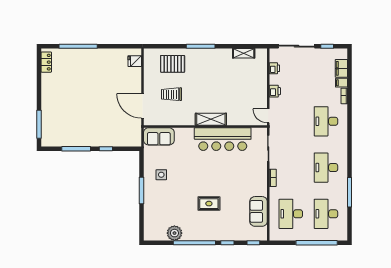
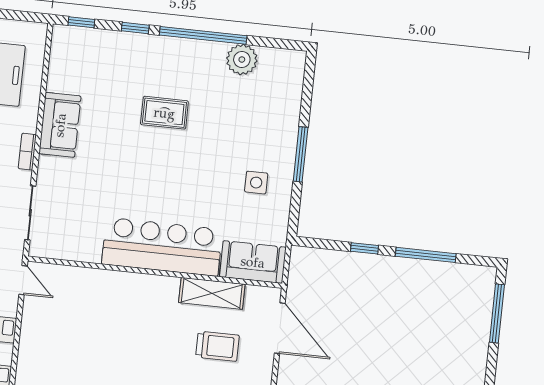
shelving: (211, 119) -> (212, 293), moved
bar counter: (223, 139) -> (162, 247), moved
sofa: (259, 211) -> (60, 125), moved

